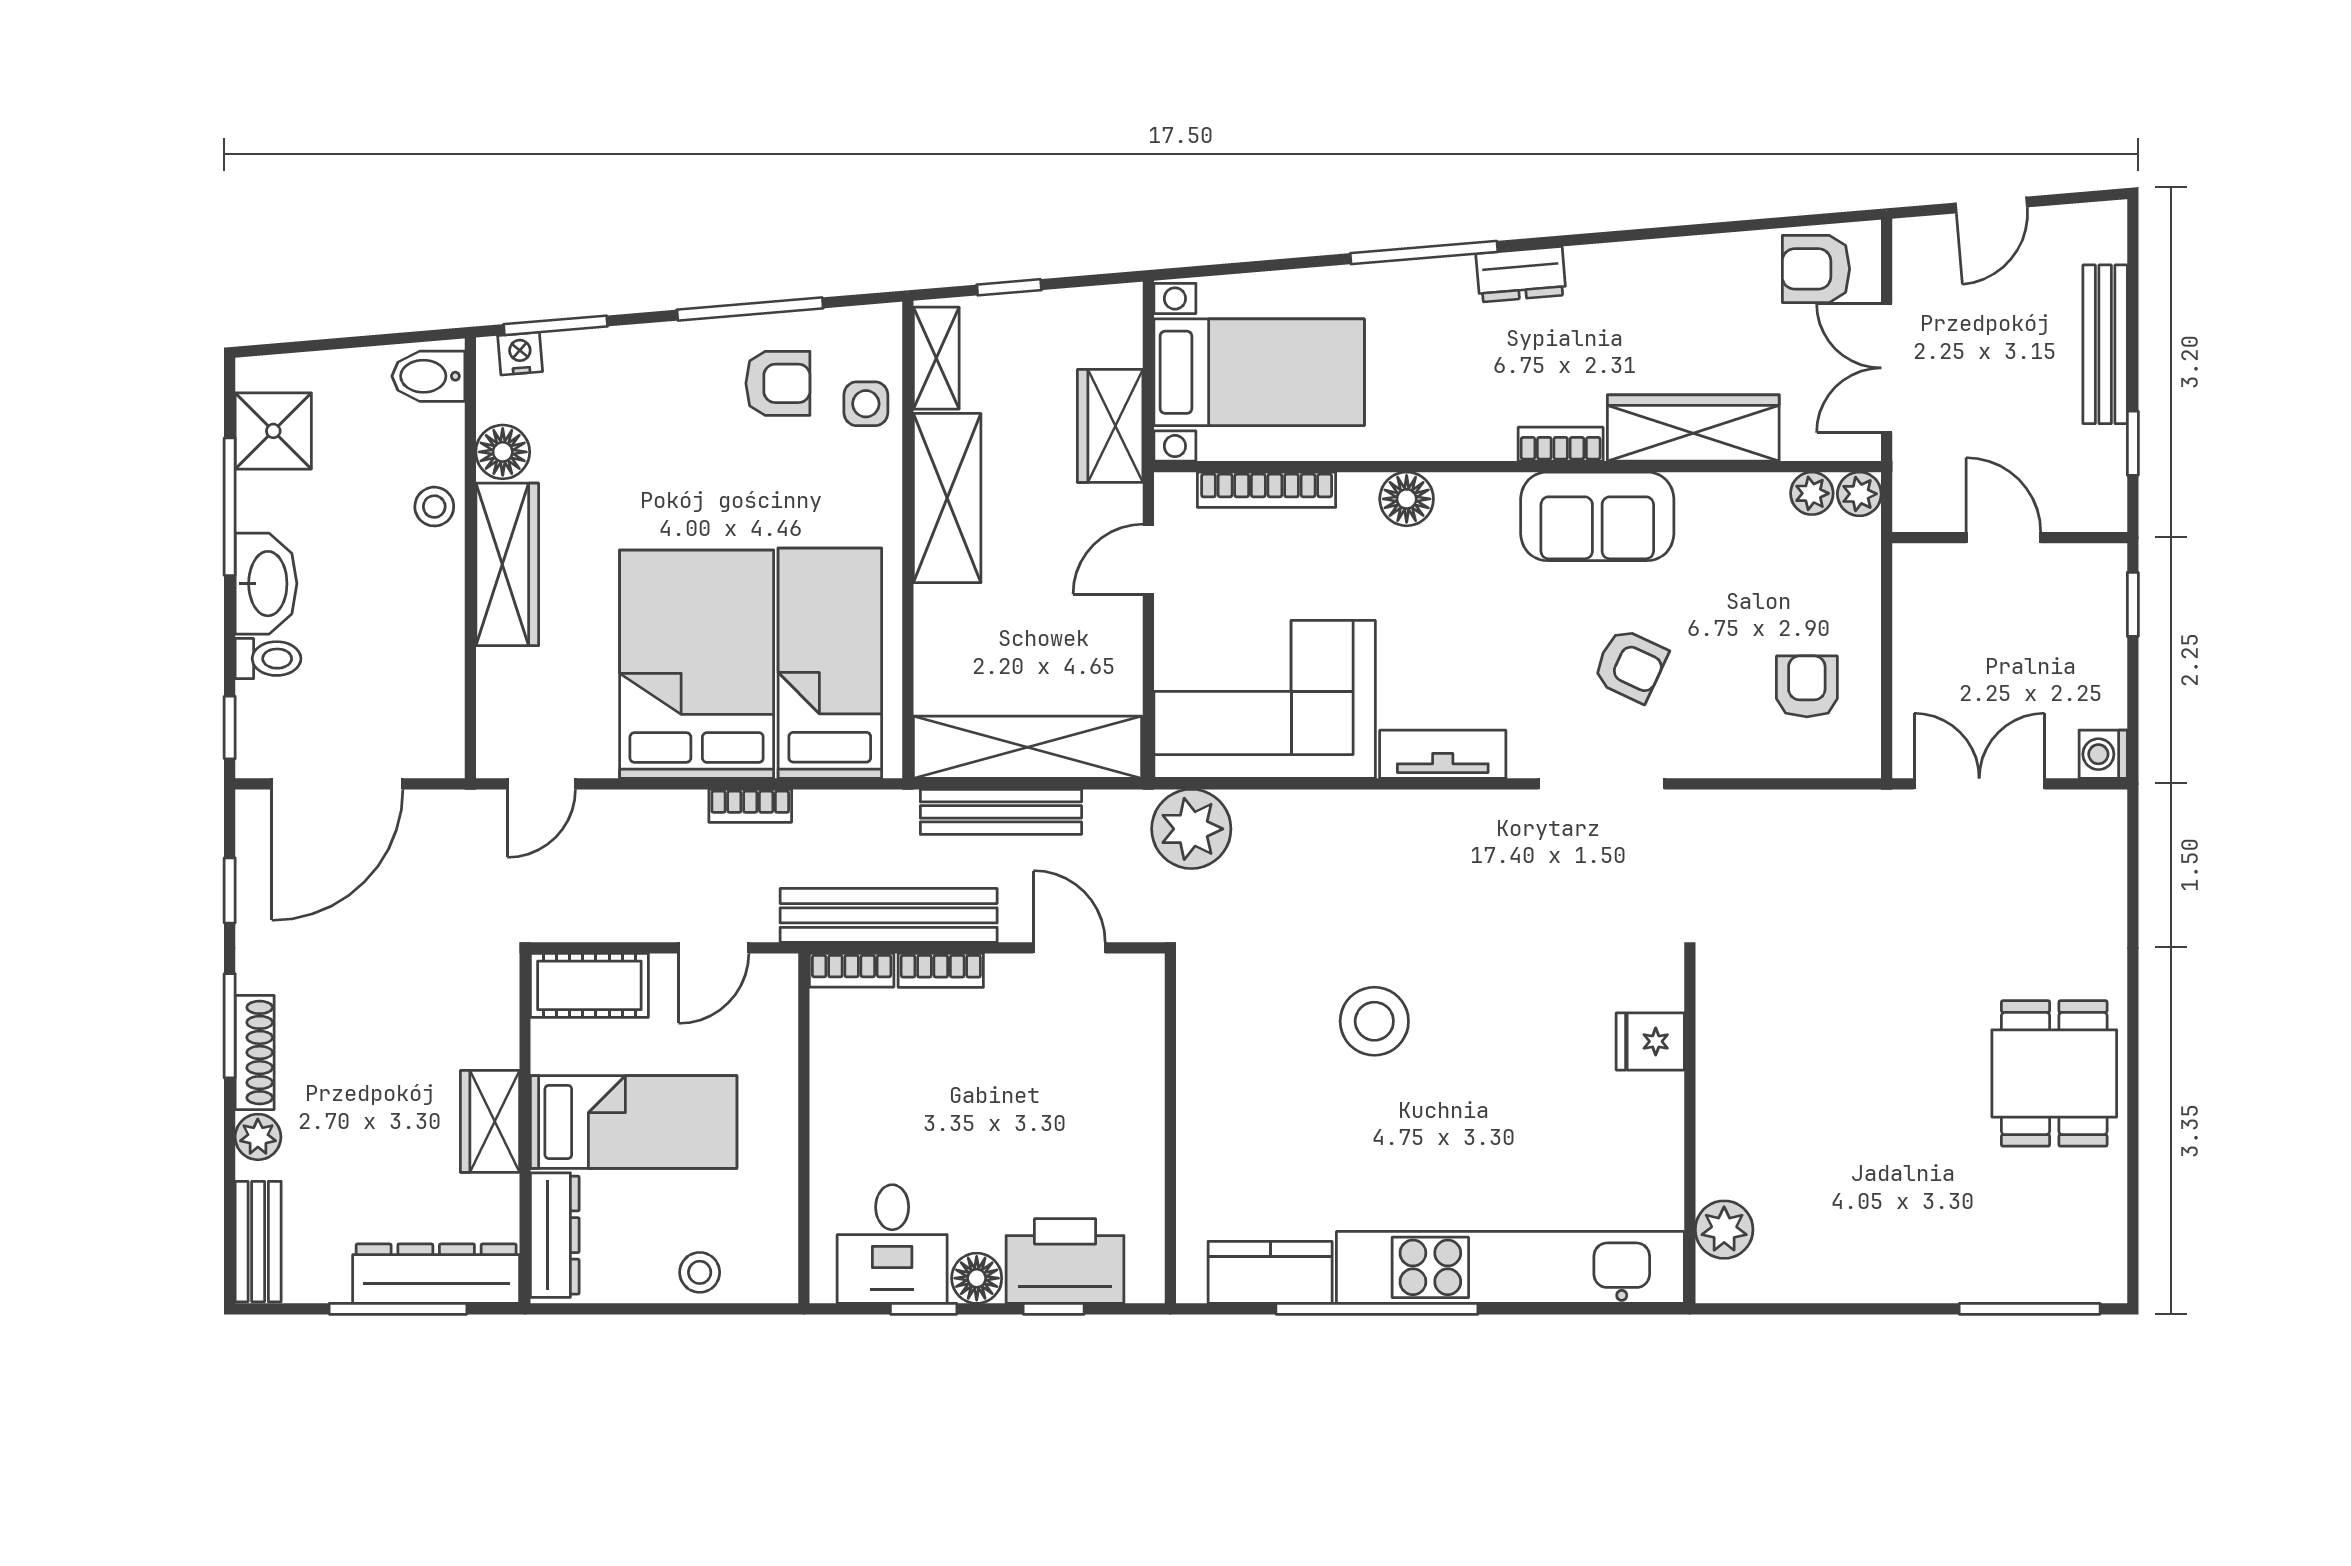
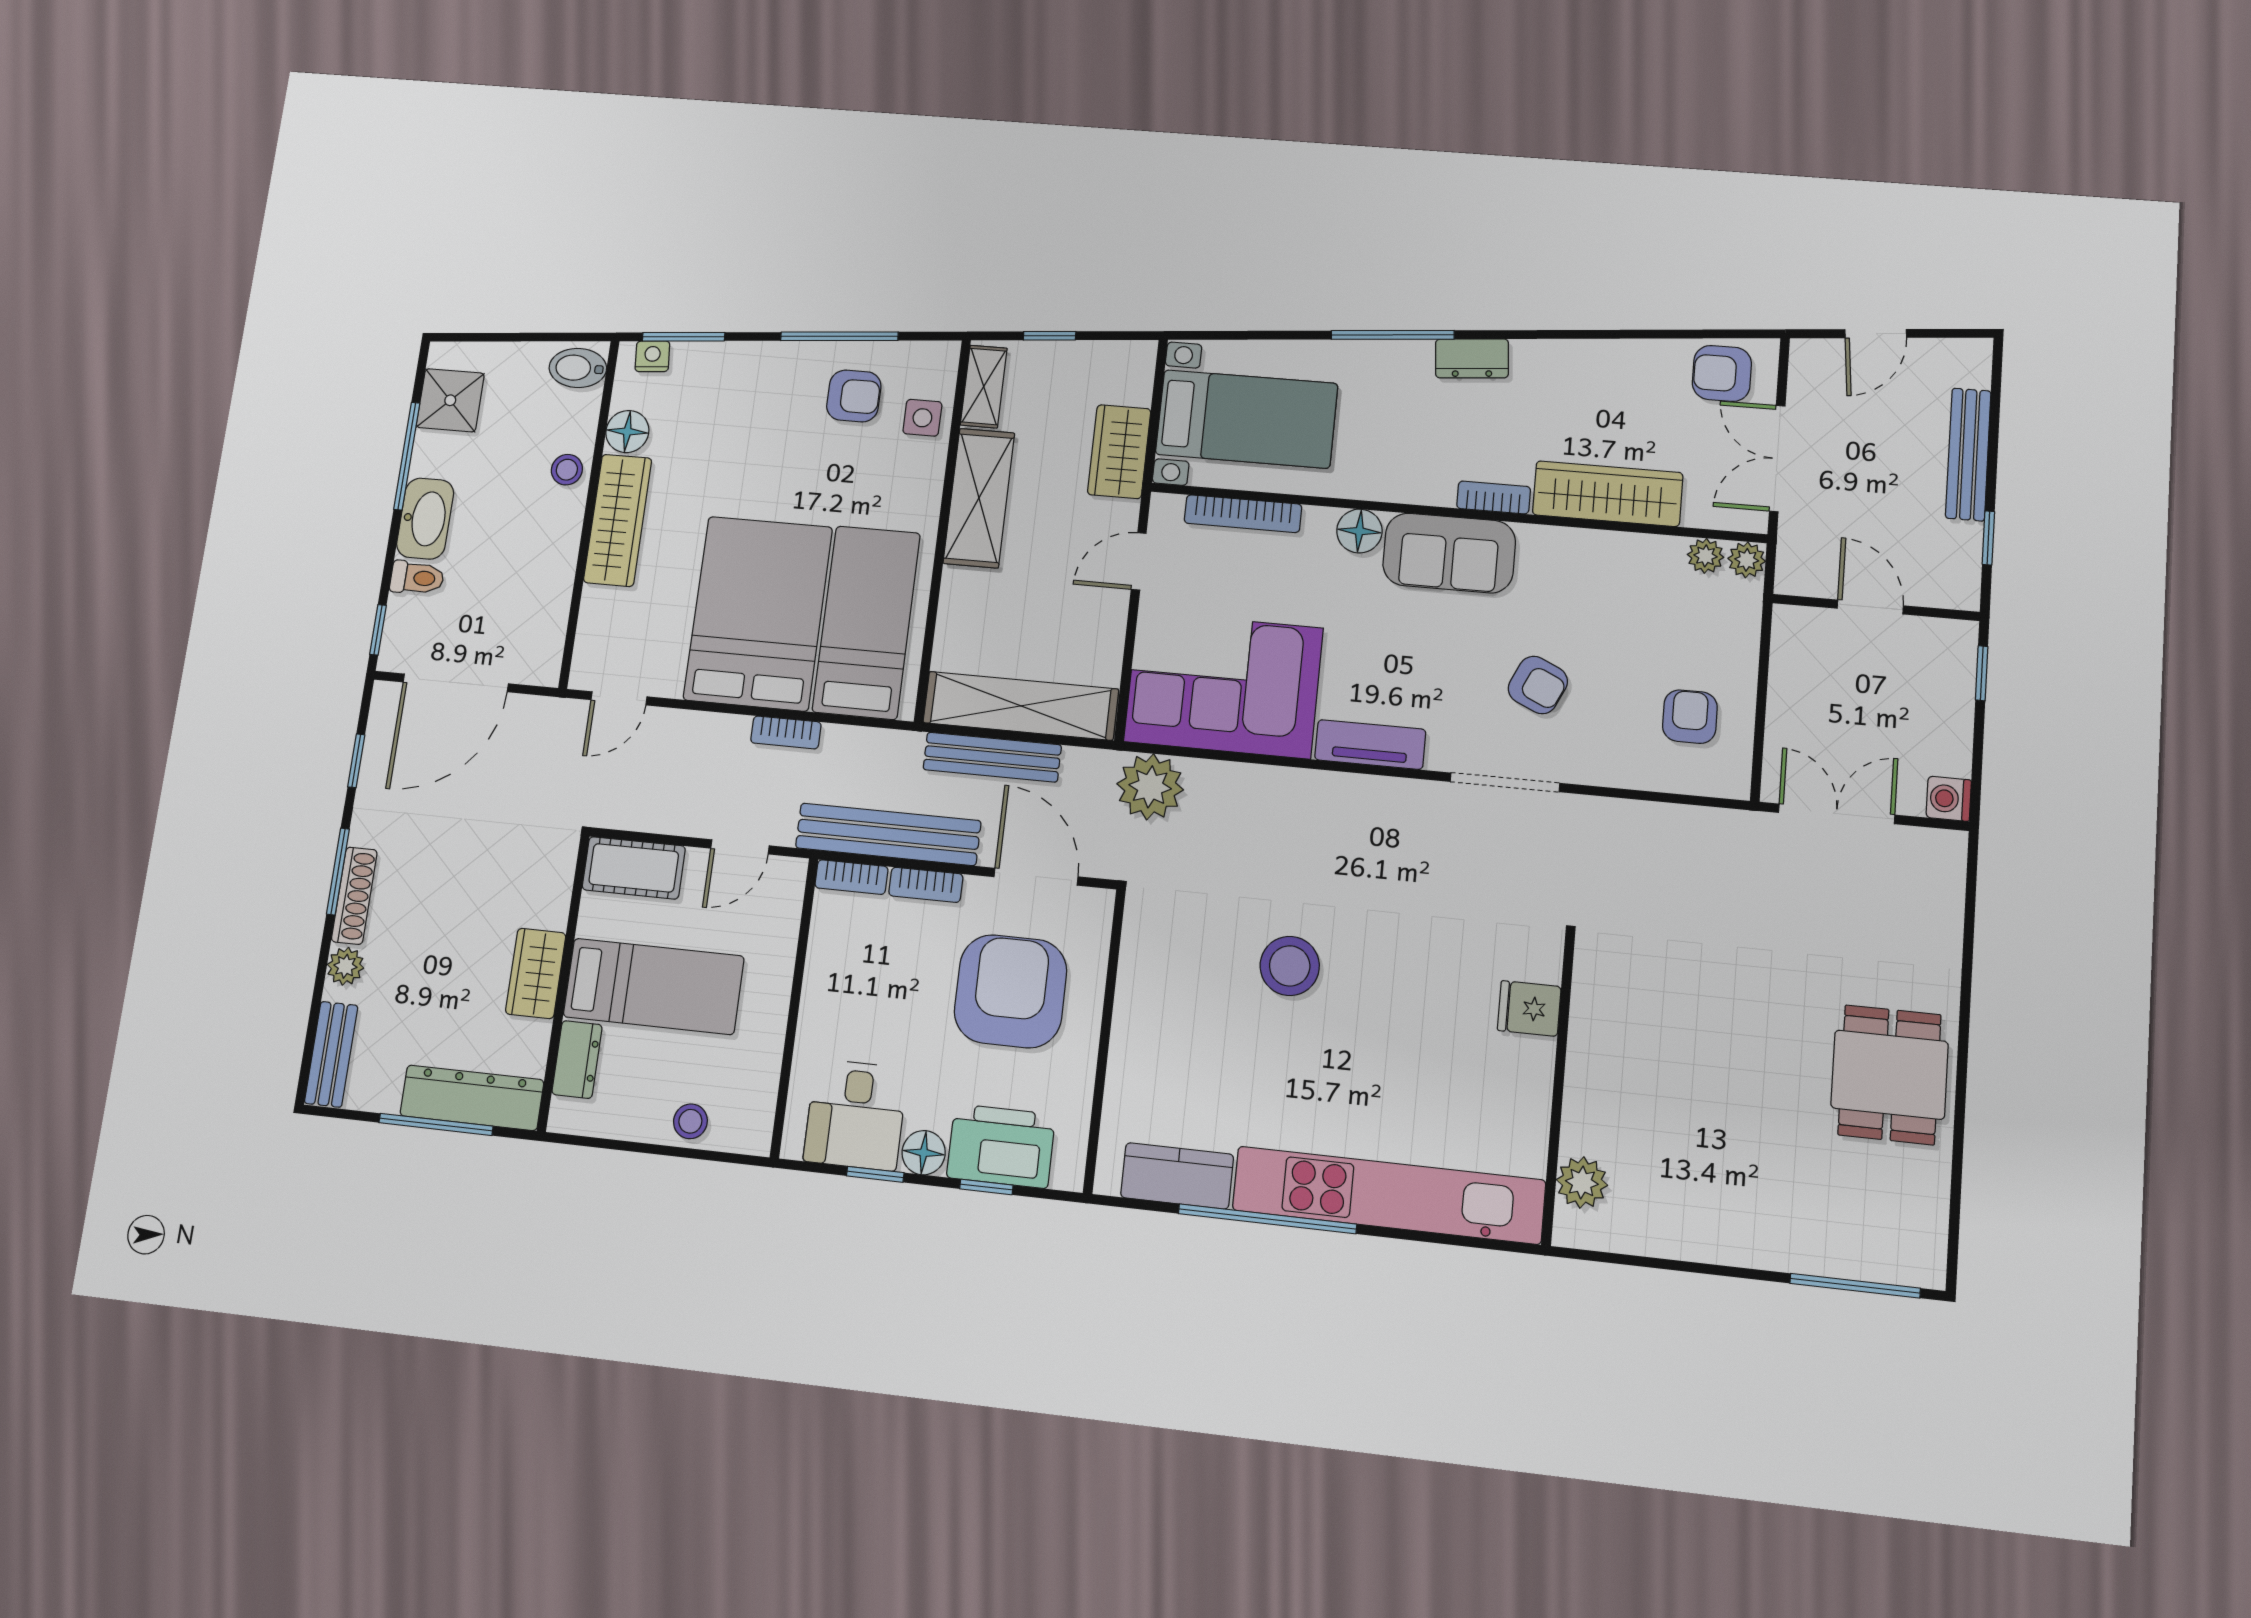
sofa: (1597, 516) -> (1449, 553), moved
door: (1069, 948) -> (1036, 877), width x1.37
armchair: (1055, 1084) -> (1011, 991), added
dresser: (555, 1235) -> (577, 1059), width x0.70

